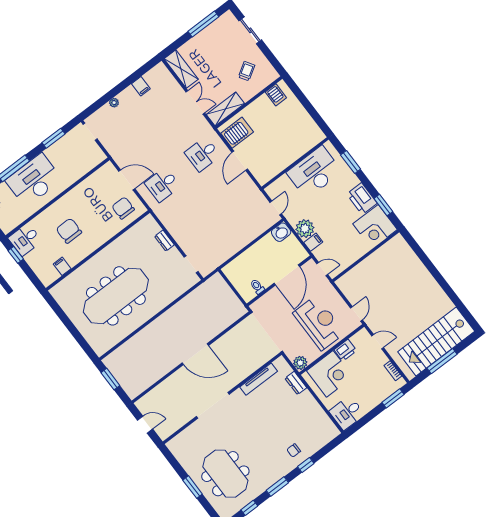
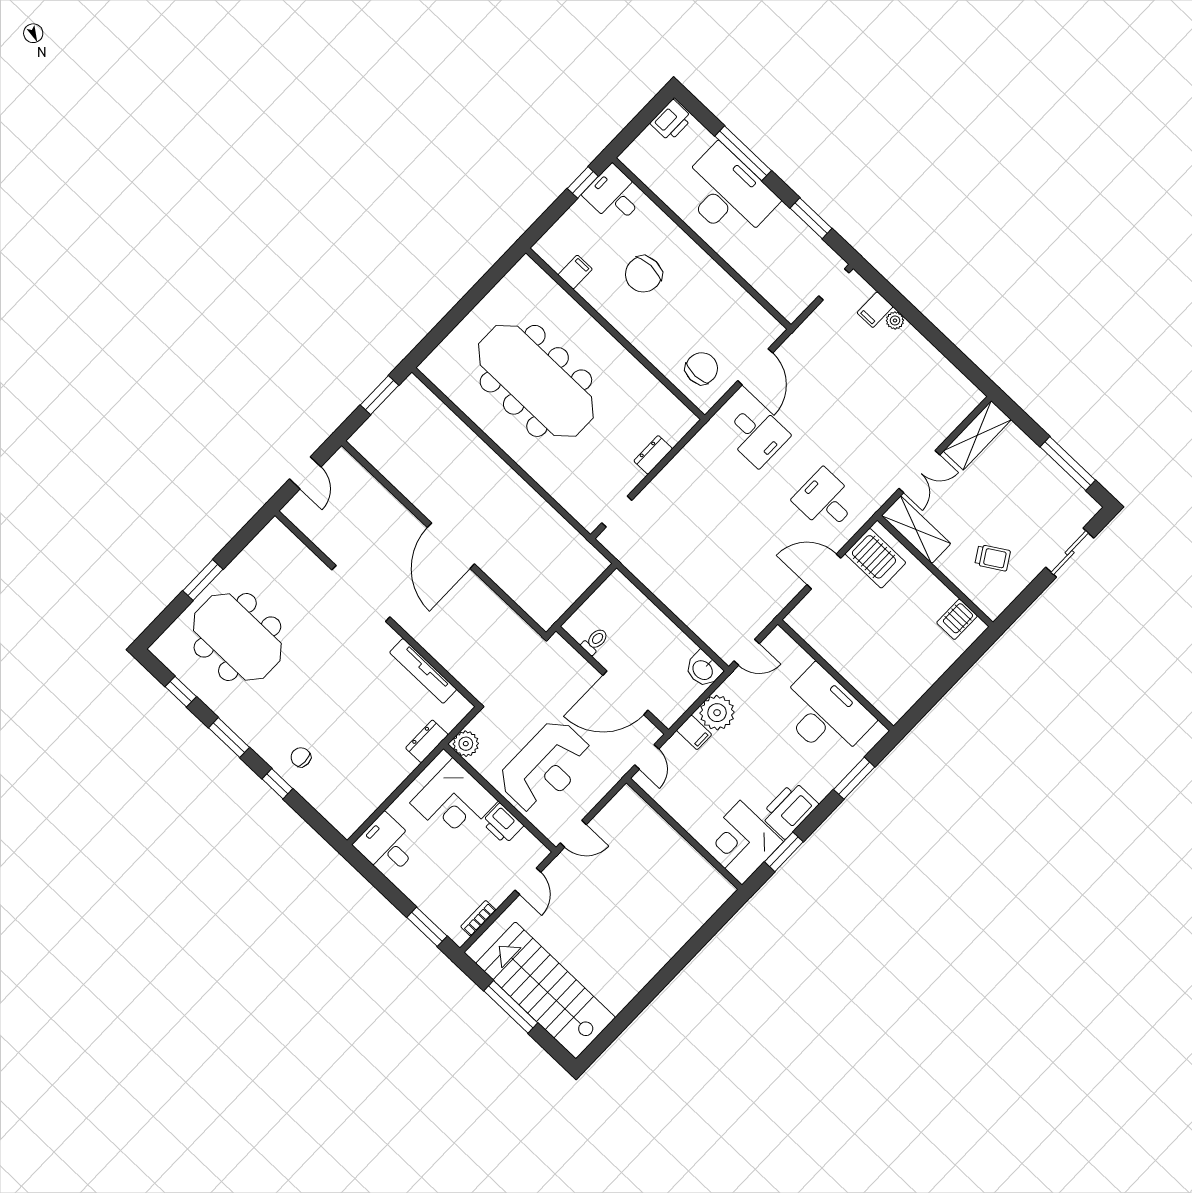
filing cabinet: (141, 86) -> (875, 310), moved
desk: (162, 185) -> (757, 435), turned 180
chair: (69, 231) -> (643, 274), turned 180
meeting table: (225, 474) -> (237, 637), turned 90

